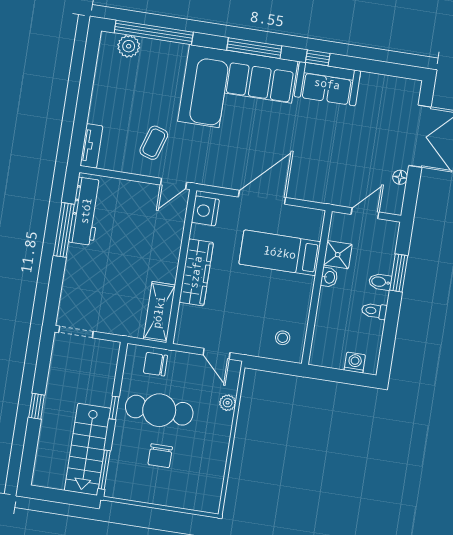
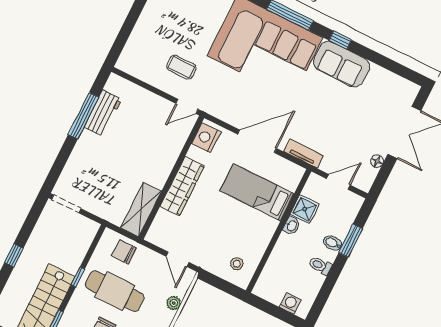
coffee table: (154, 143) -> (181, 67), turned 73
tv unit: (91, 146) -> (304, 153), moved, turned -90
workbench: (86, 211) -> (103, 113), width x0.73

